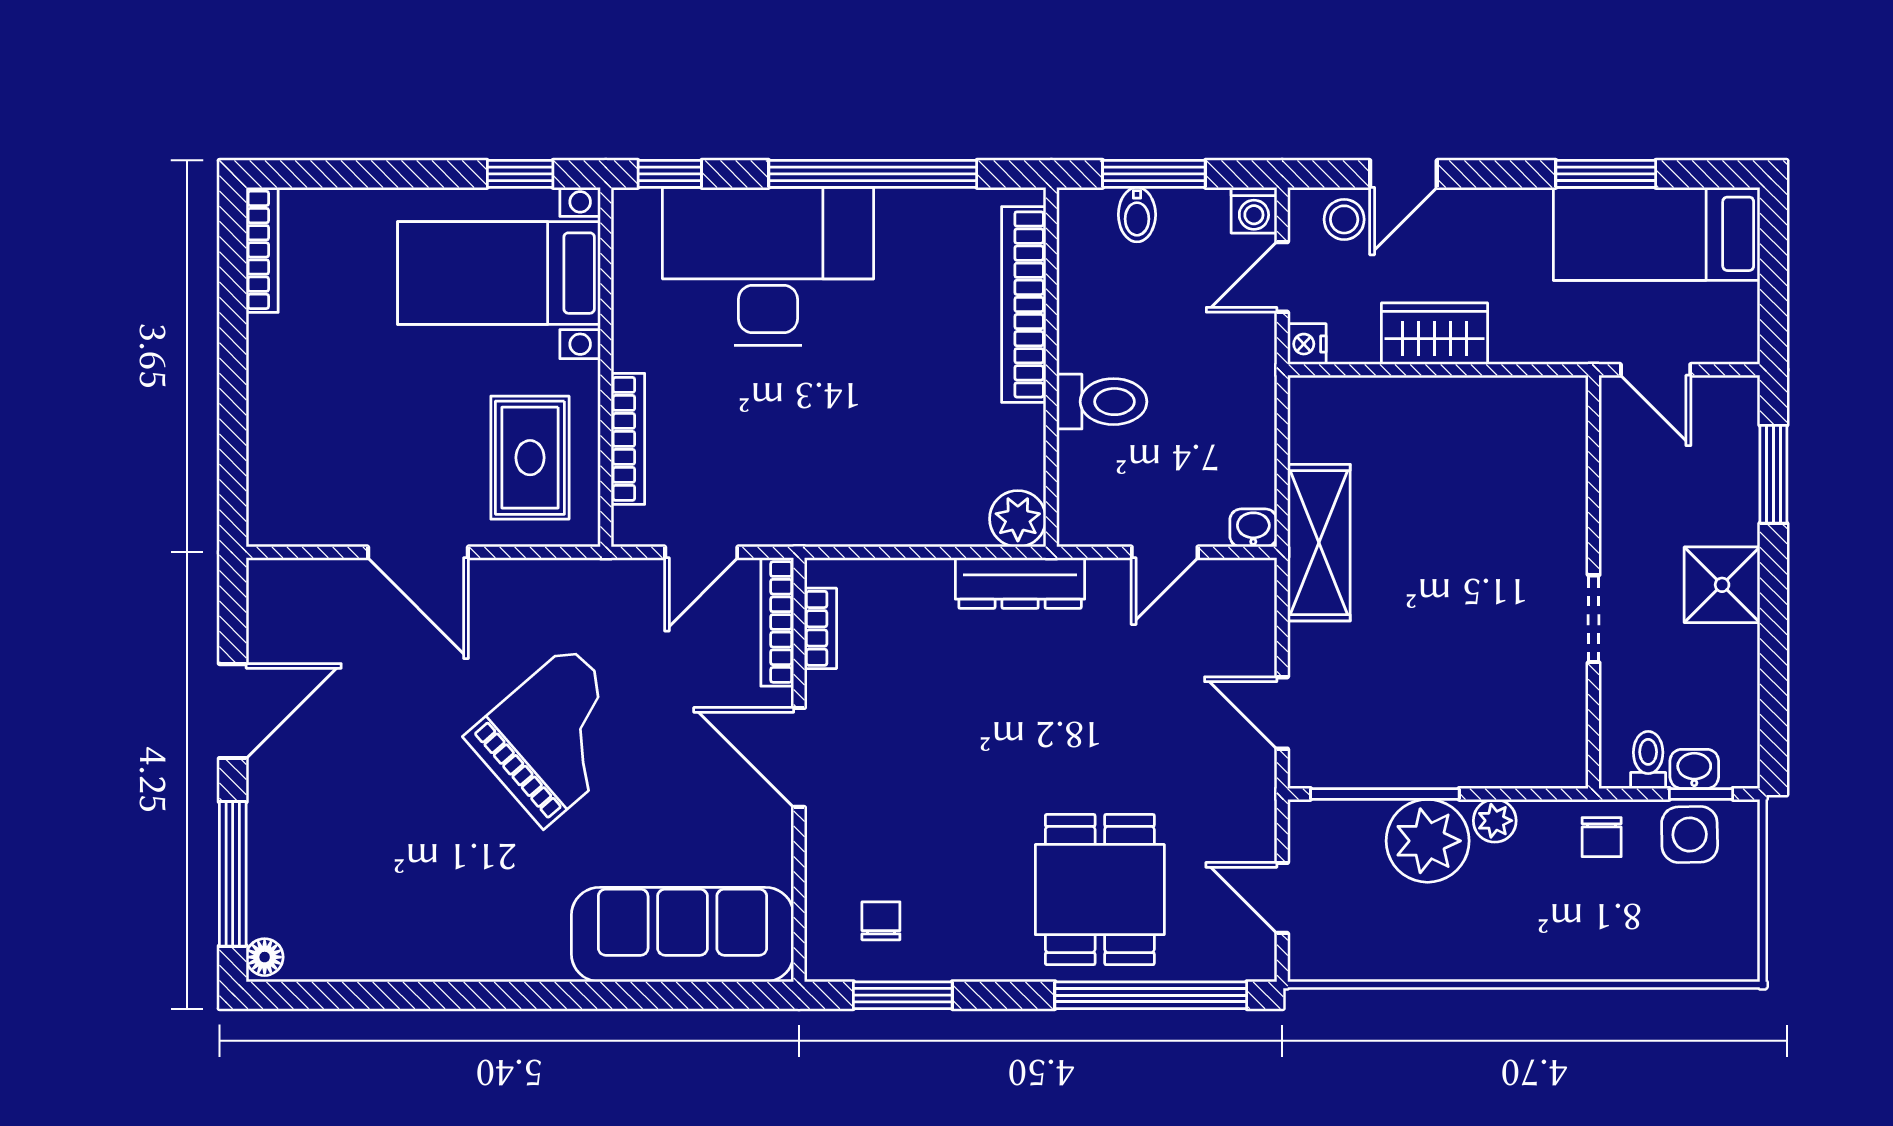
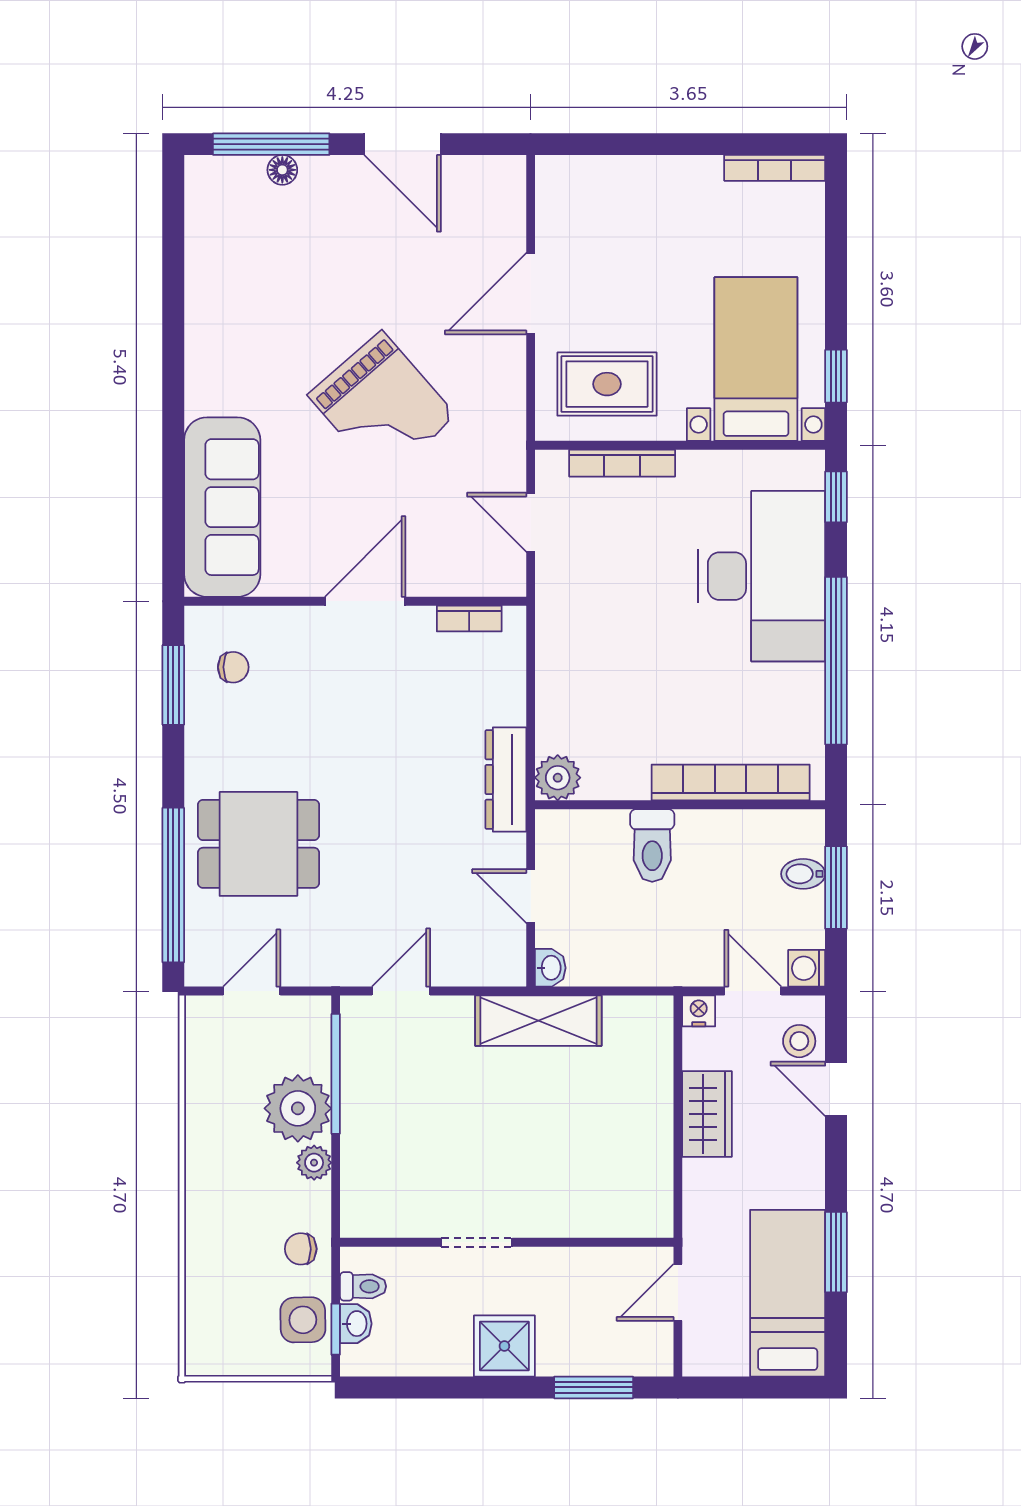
bookcase: (777, 622) -> (474, 584), removed
floor lamp: (265, 957) -> (282, 170), moved

